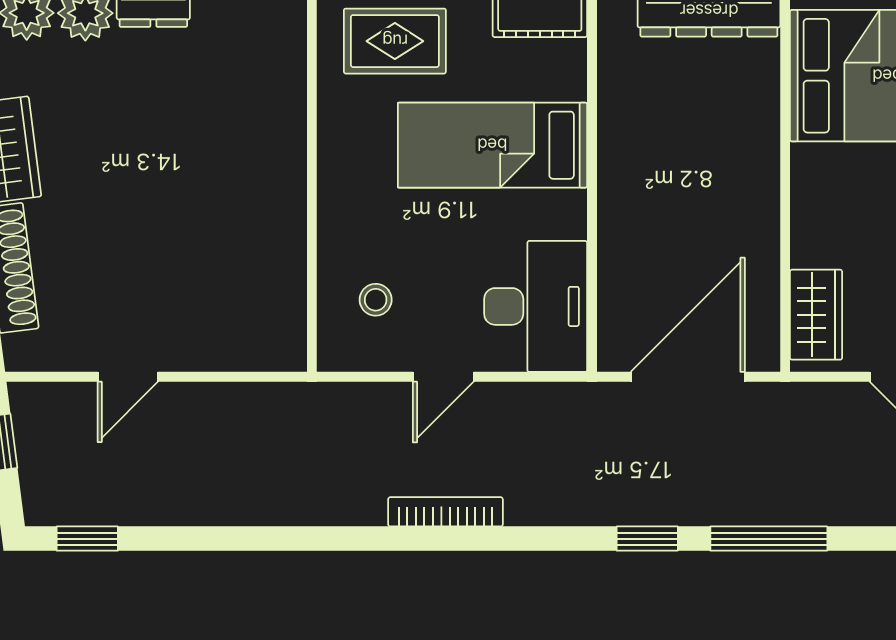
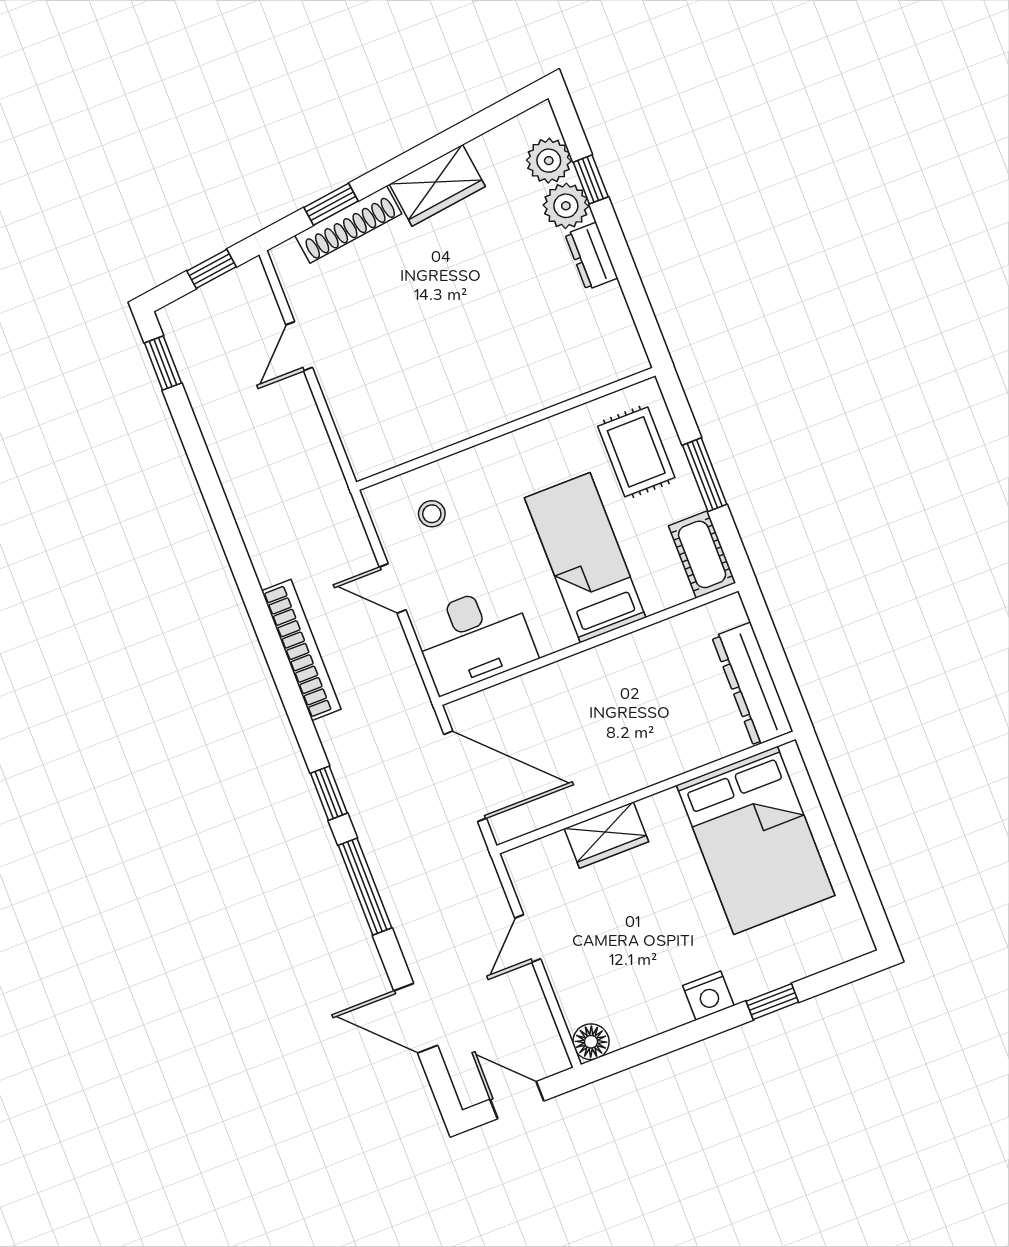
wardrobe: (816, 315) -> (606, 835), moved
door: (128, 377) -> (299, 346), hinge flipped
bookcase: (445, 512) -> (301, 650), width x1.48, depth x1.31

